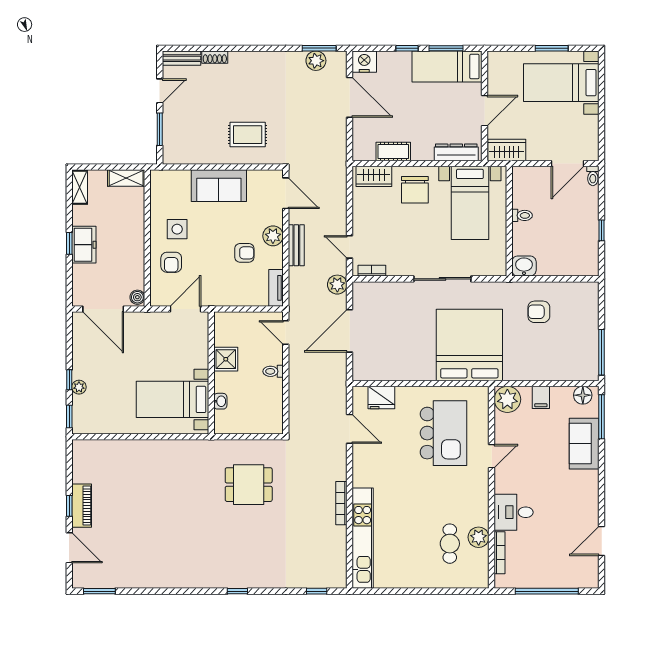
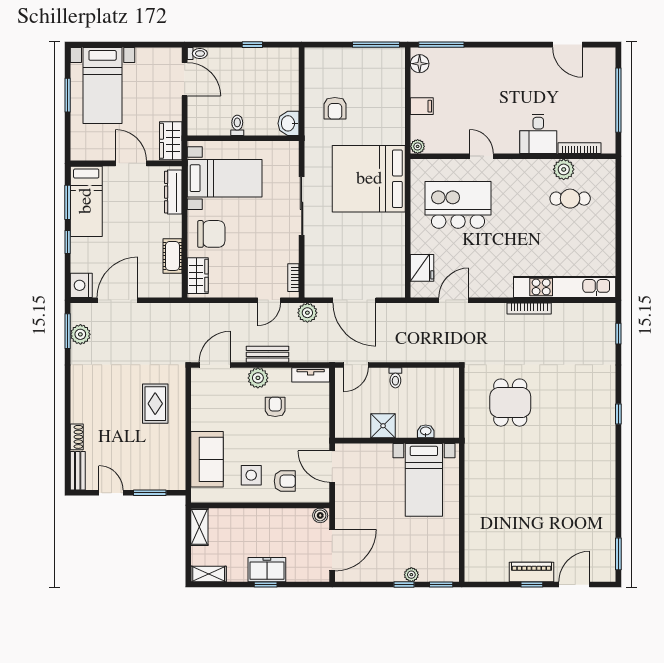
sofa: (219, 186) -> (207, 459), moved
plant: (507, 399) -> (418, 146), width x0.53, depth x0.53
sofa: (584, 444) -> (469, 62), removed

